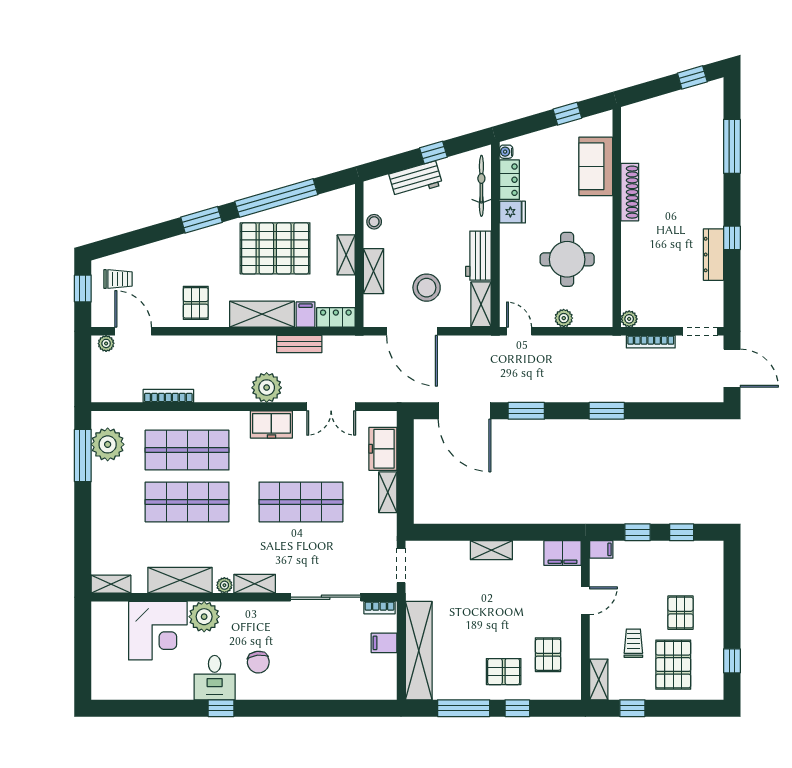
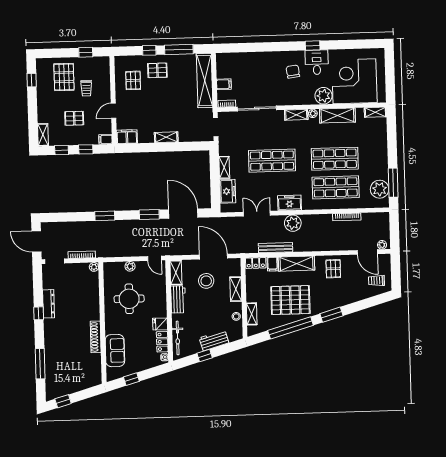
shelving: (346, 255) -> (252, 314), moved
window: (83, 288) -> (396, 275), removed
bench: (299, 344) -> (276, 248), width x1.36
pallet: (681, 613) -> (74, 118), moved, turned 90
corner desk: (158, 631) -> (354, 81), width x1.36, depth x1.36
shelving: (599, 679) -> (43, 135), moved

